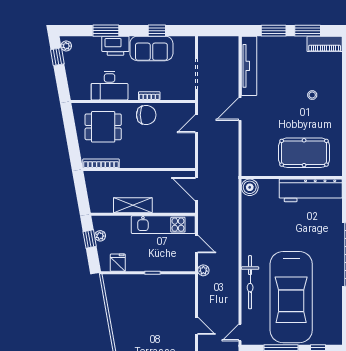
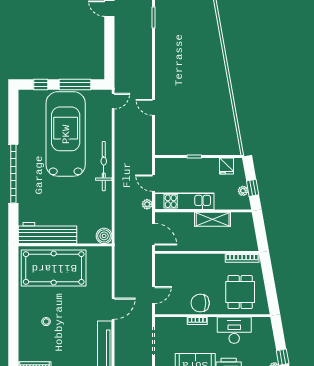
dining table: (103, 127) -> (240, 292), turned 90
pool table: (304, 153) -> (54, 268), width x1.36, depth x1.32
plant: (203, 270) -> (147, 204), moved
bicycle: (250, 282) -> (104, 166), moved

